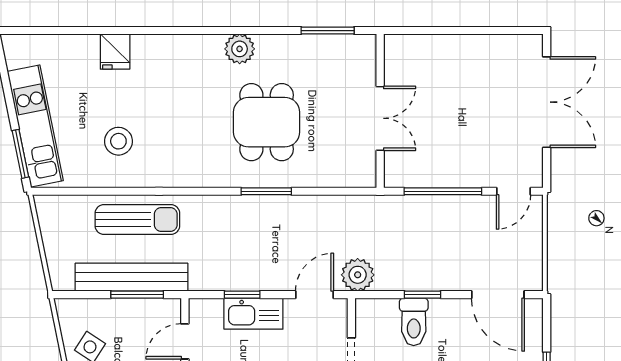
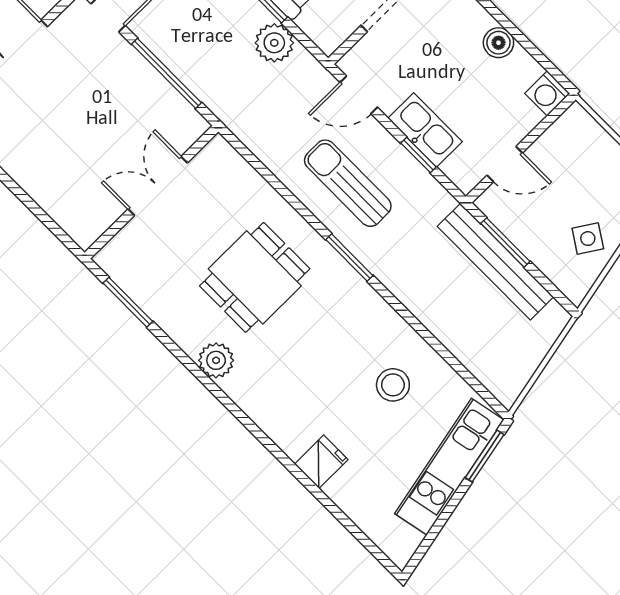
window: (266, 191) -> (349, 258), moved
sun lounger: (137, 220) -> (348, 183), moved
plant: (358, 275) -> (274, 43), moved

